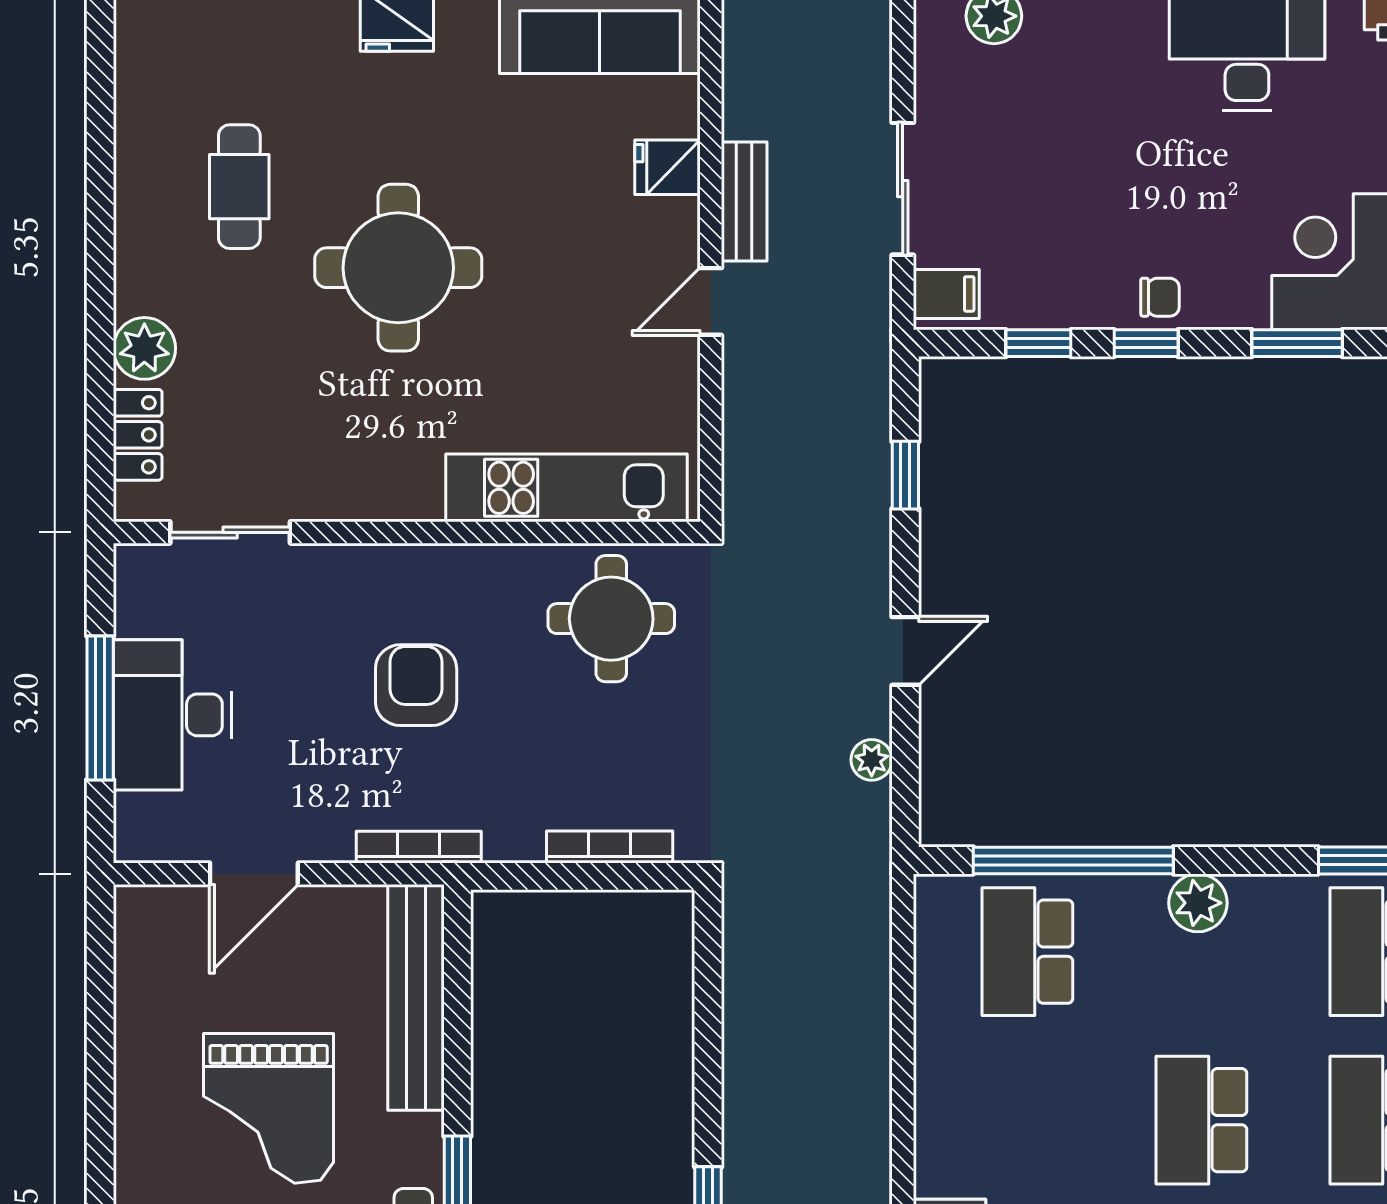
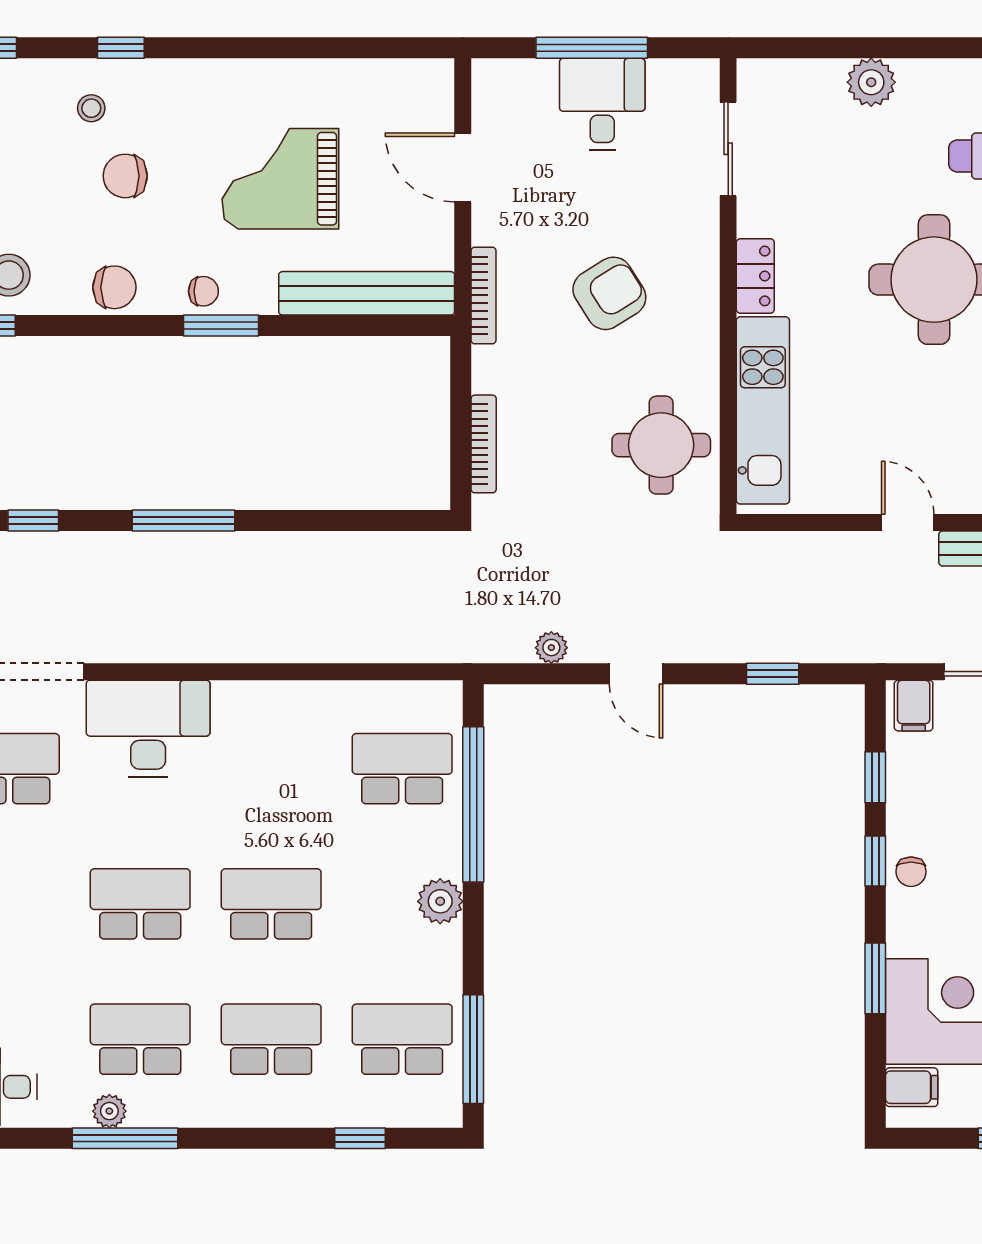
locker: (138, 435) -> (755, 276), moved, turned -90
armchair: (416, 685) -> (609, 293), turned -32
desk: (173, 715) -> (602, 104), width x0.73

